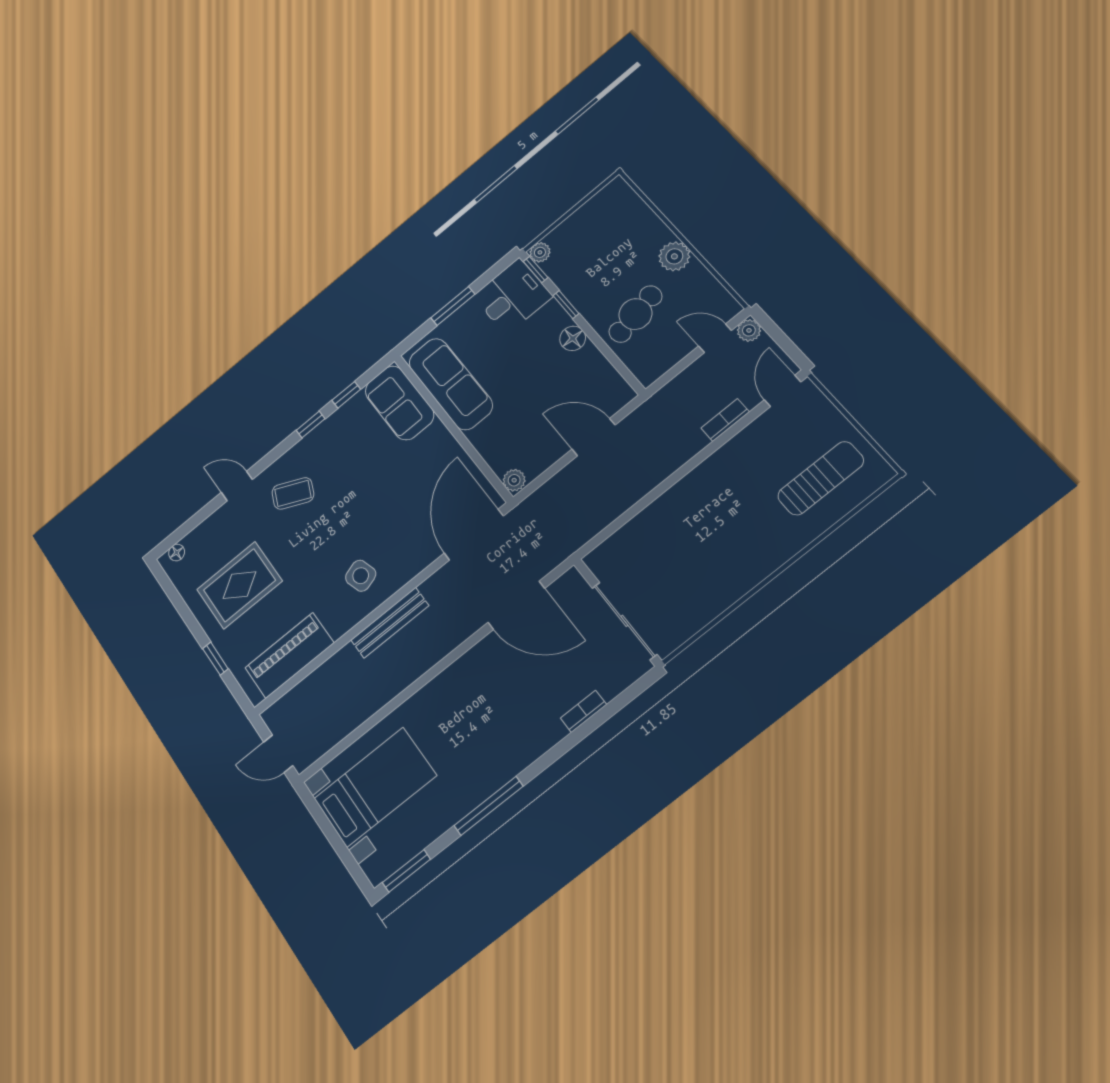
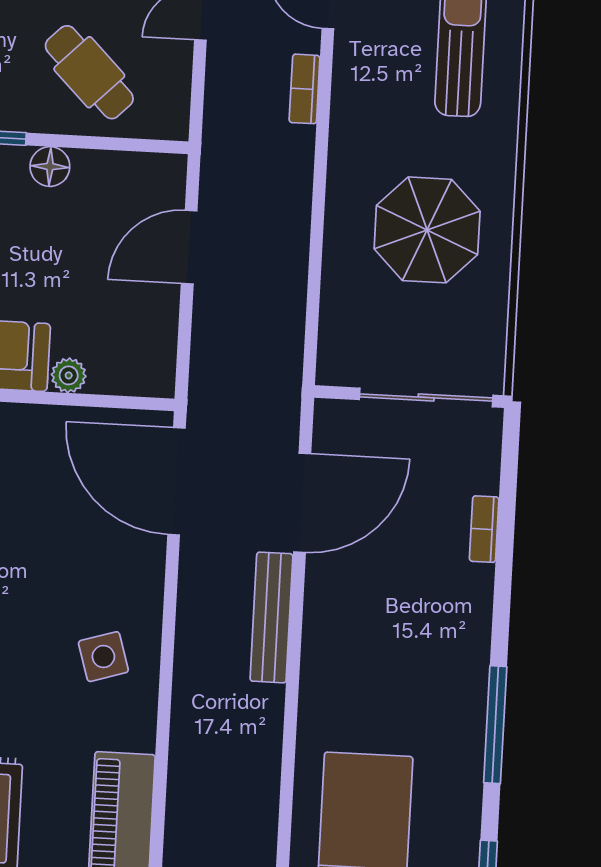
cafe table: (635, 314) -> (89, 72), turned -34
plant: (514, 480) -> (69, 375), moved
parasol: (711, 545) -> (427, 230), added
bench: (390, 623) -> (271, 617), moved

